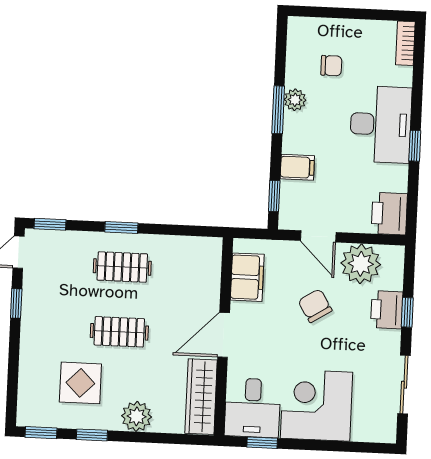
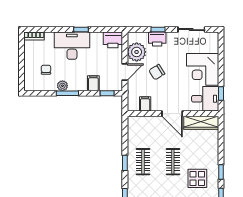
filing cabinet: (247, 277) -> (145, 104), width x0.50
plant: (137, 416) -> (212, 152), removed

